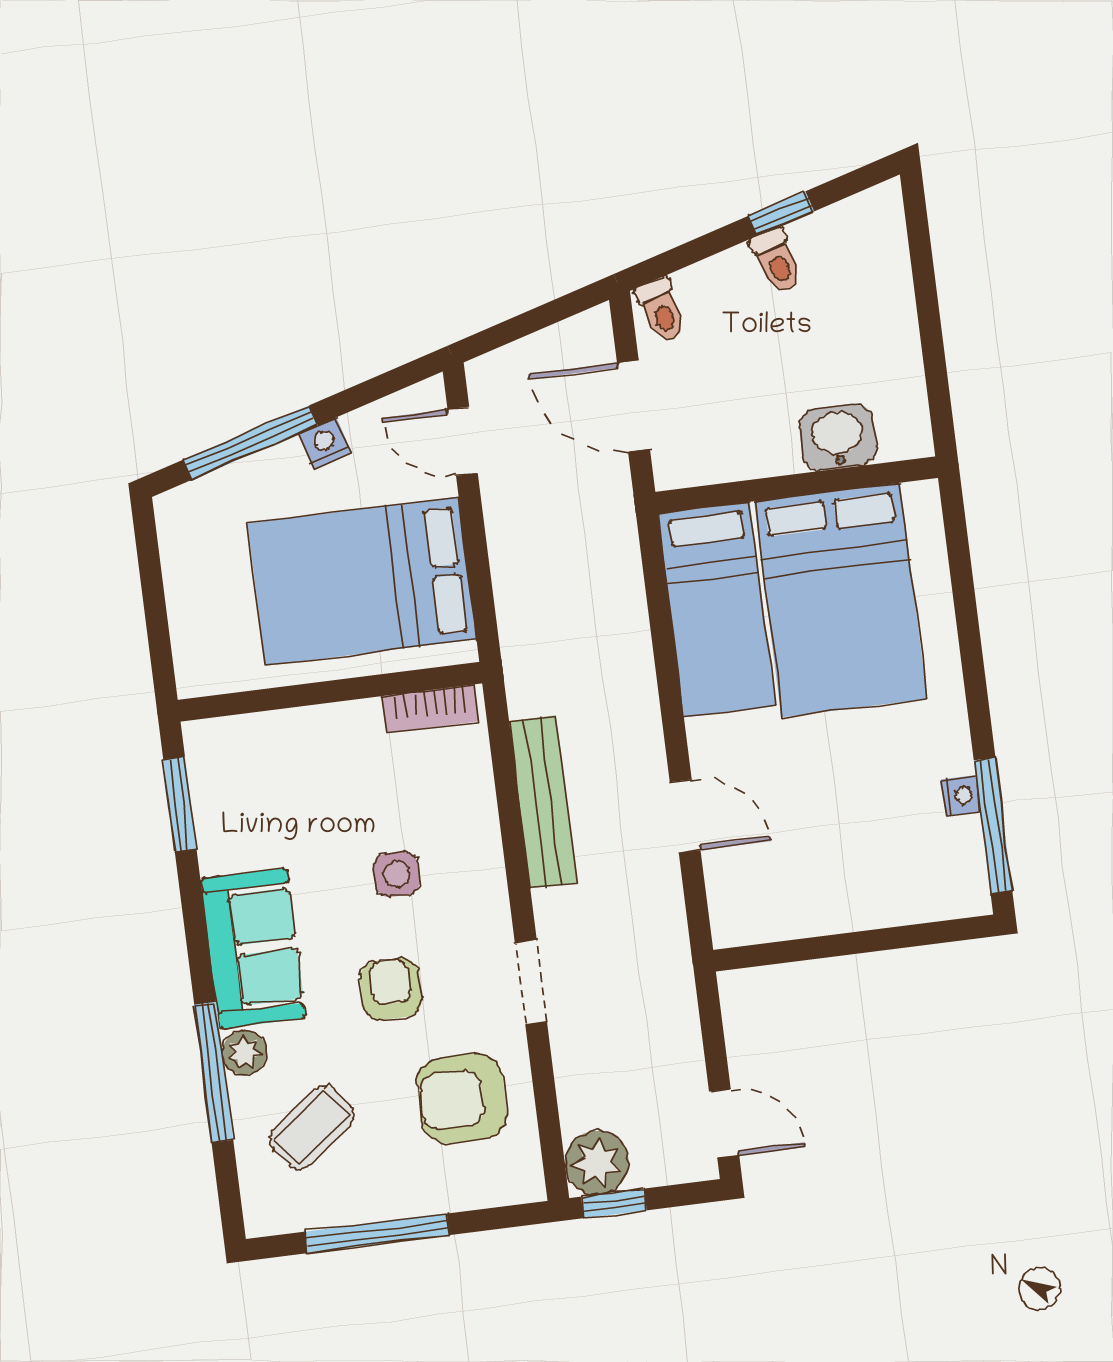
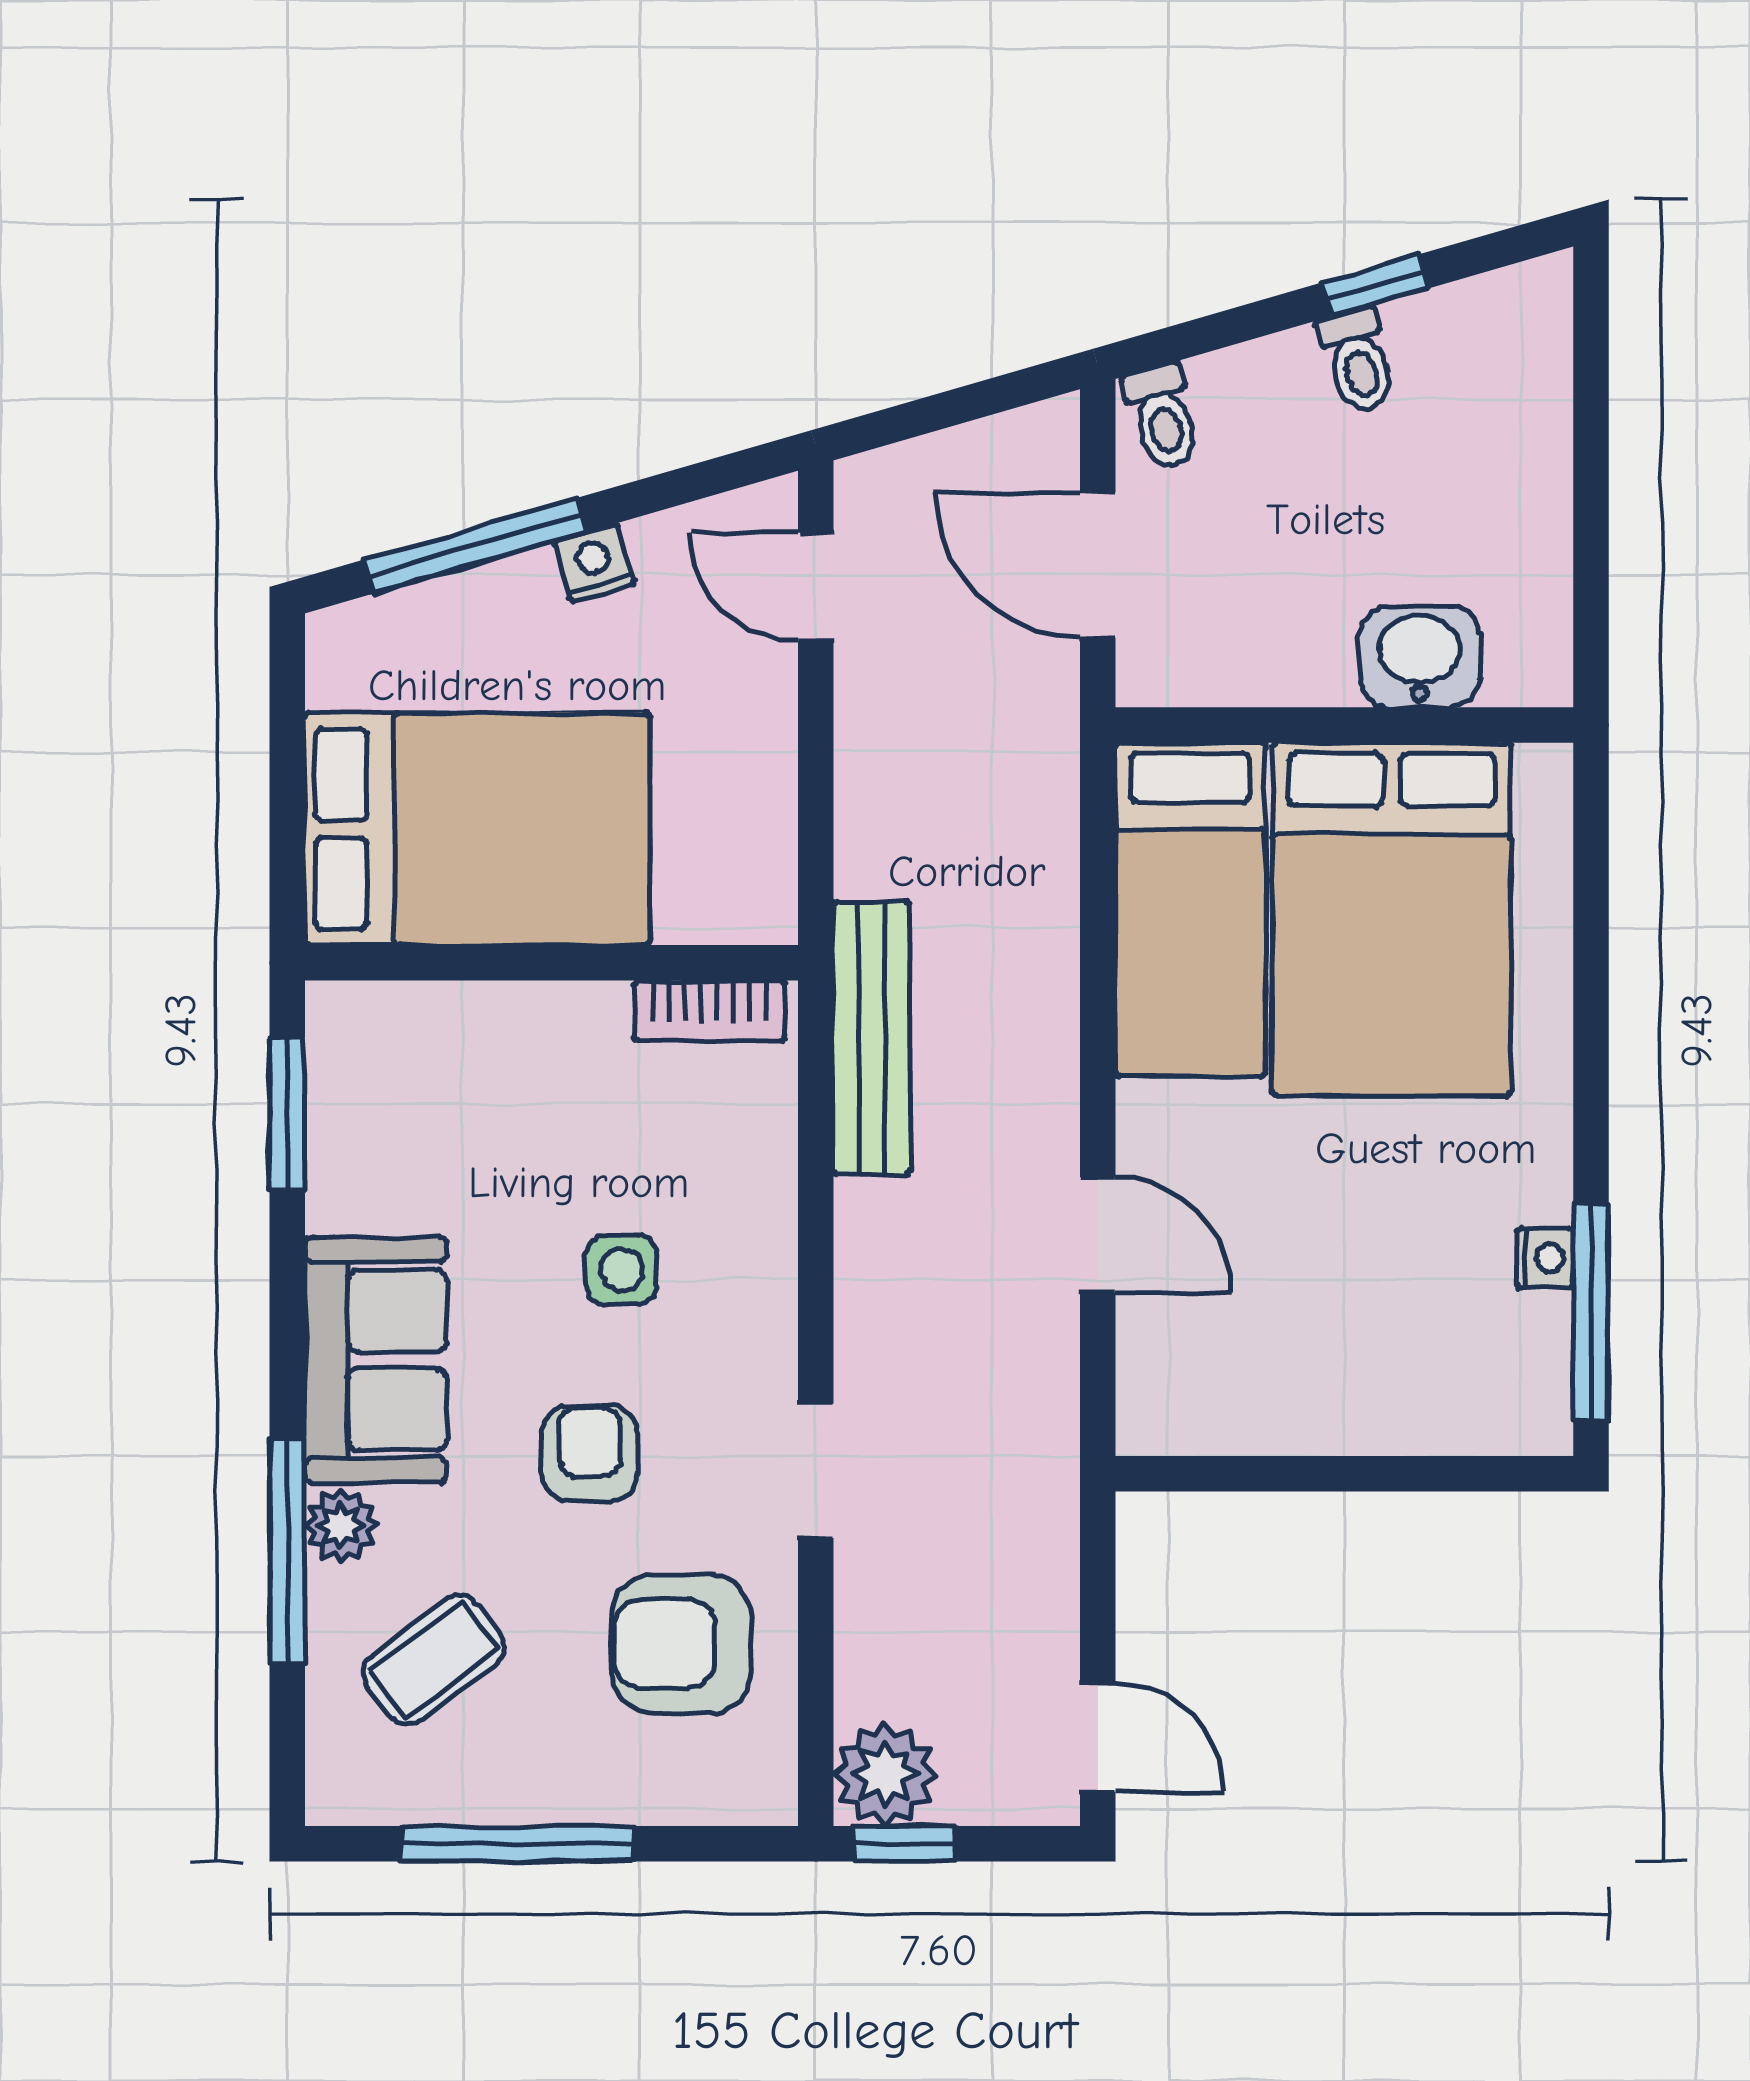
bed: (362, 581) -> (477, 829), moved, turned 180
bench: (543, 802) -> (872, 1038), moved

